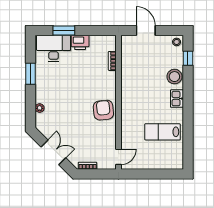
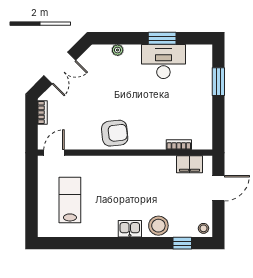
printer: (80, 42) -> (203, 103), removed
desk: (54, 48) -> (163, 61), moved, turned -90
filing cabinet: (127, 53) -> (189, 164), added
lab bench: (162, 132) -> (70, 200), moved
door: (118, 157) -> (54, 153), swing flipped

